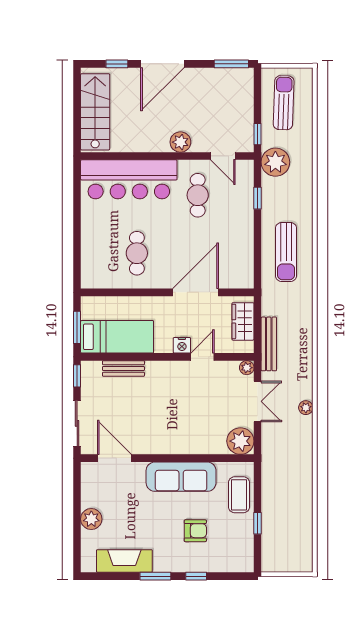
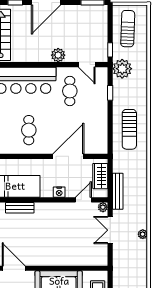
door: (203, 357) -> (83, 200), moved
double door: (258, 401) -> (110, 230), swing flipped
plant: (240, 441) -> (99, 257), removed

